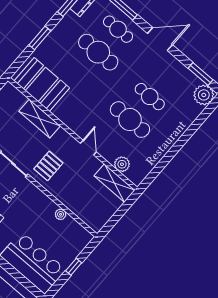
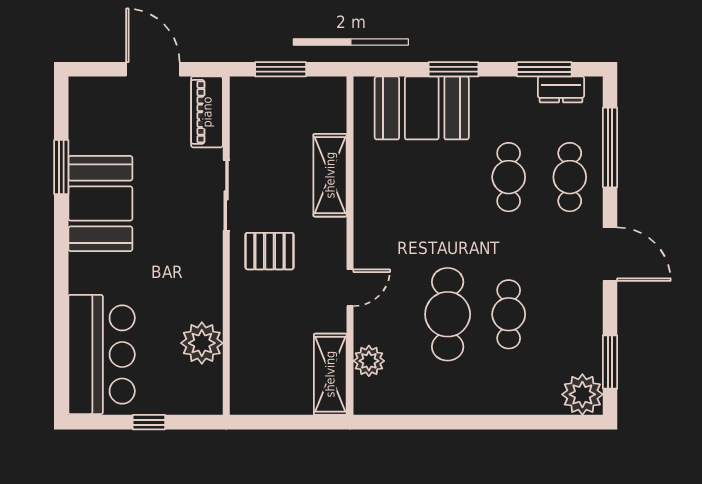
cafe table: (98, 52) -> (509, 177), width x0.73, depth x0.74
booth: (42, 84) -> (422, 108), moved, turned 90
plant: (61, 214) -> (202, 343), width x1.88, depth x1.88

